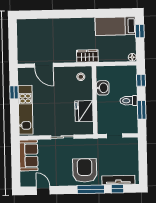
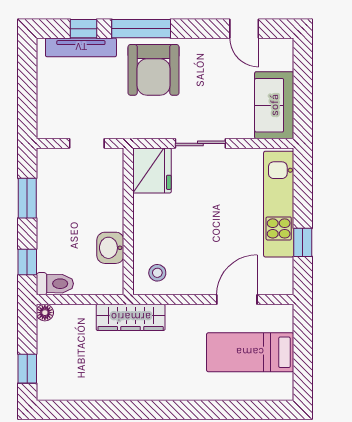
bed: (115, 26) -> (250, 352), moved, turned 180
wardrobe: (87, 56) -> (131, 317), width x1.50
door: (44, 65) -> (237, 300), hinge flipped
toilet: (129, 101) -> (55, 284), moved
fridge: (84, 111) -> (152, 171), moved

